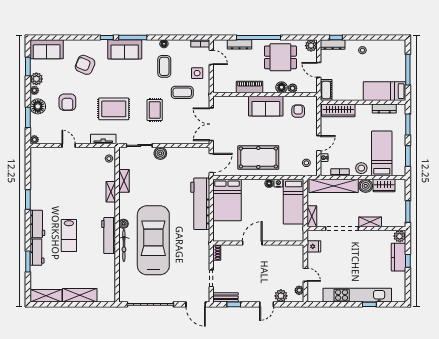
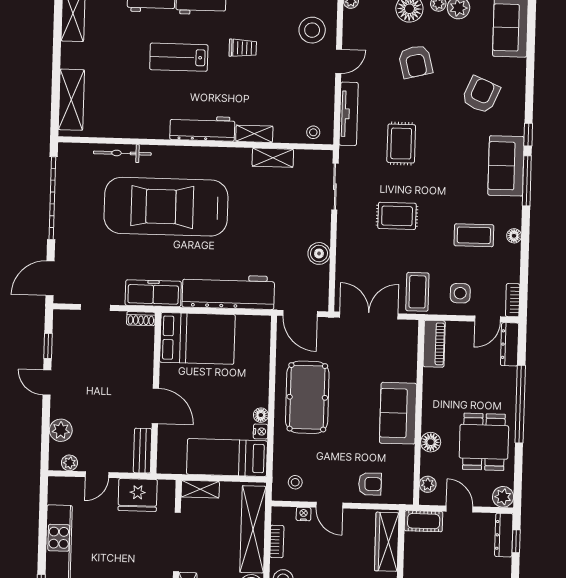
dresser: (239, 44) -> (510, 344), moved
door: (319, 70) -> (460, 509), hinge flipped
piano: (250, 87) -> (434, 344), moved
plant: (293, 88) -> (428, 484), moved
coffee table: (182, 92) -> (417, 292), moved
armchair: (67, 102) -> (415, 62), turned -104
rug: (114, 109) -> (401, 144), width x0.73, depth x0.70
armchair: (298, 111) -> (370, 484), moved
tv unit: (103, 139) -> (349, 114), width x1.41
boiler: (160, 153) -> (319, 253), moved
stool: (51, 161) -> (312, 30), added
trolley: (63, 200) -> (243, 48), added
bed: (227, 200) -> (197, 338), moved, turned 180
boiler: (123, 224) -> (197, 155), removed
workbench: (109, 236) -> (202, 128), moved
car: (153, 240) -> (166, 207), turned 180
door: (252, 243) -> (155, 406), moved
bicycle: (124, 246) -> (122, 153), moved
freezer: (202, 246) -> (153, 293), added
fridge: (314, 246) -> (138, 495), width x1.88, depth x1.34
shelving: (80, 295) -> (71, 100), moved
bench: (226, 297) -> (143, 451), moved
door: (267, 304) -> (47, 383), moved

